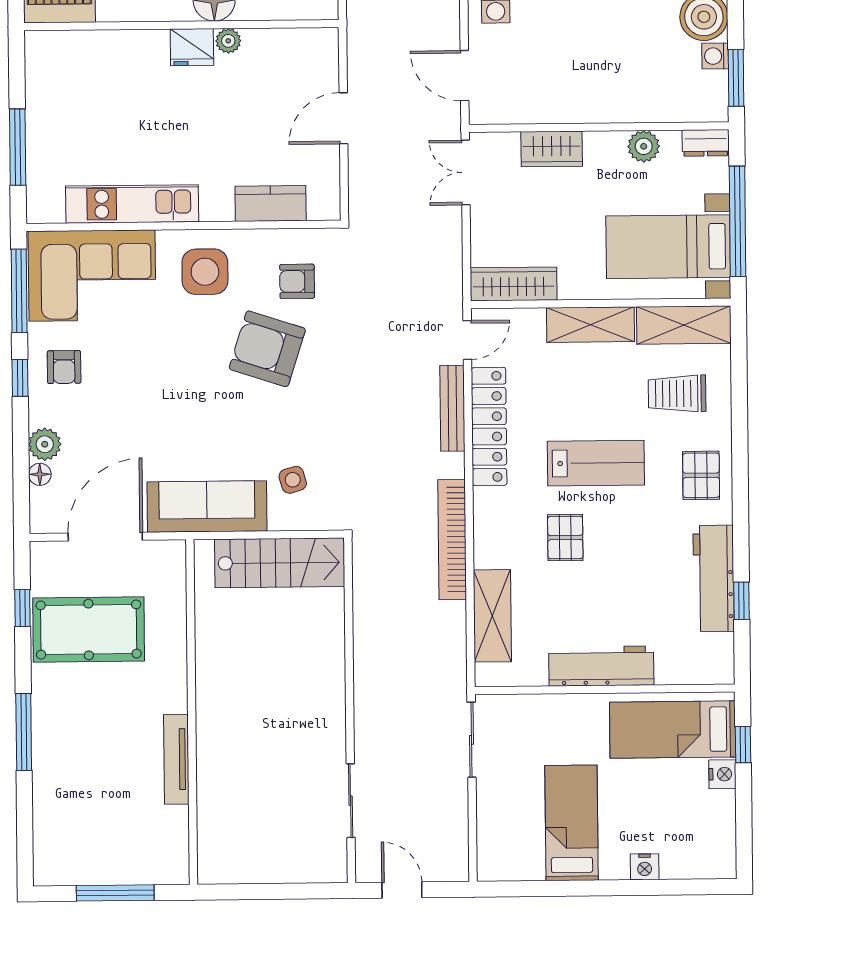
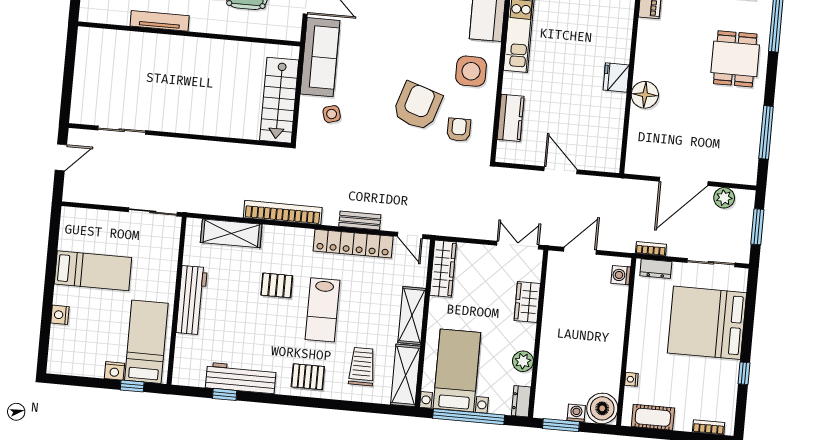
plant: (228, 41) -> (618, 101), removed
bench: (452, 408) -> (360, 221), width x0.73

